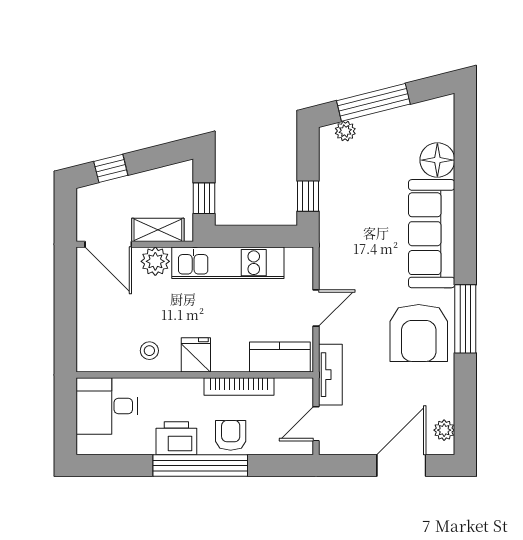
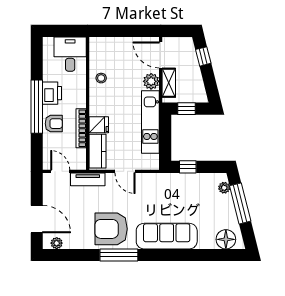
floor lamp: (437, 160) -> (226, 239), moved
door: (108, 244) -> (161, 55), hinge flipped
fridge: (196, 355) -> (99, 125), moved

